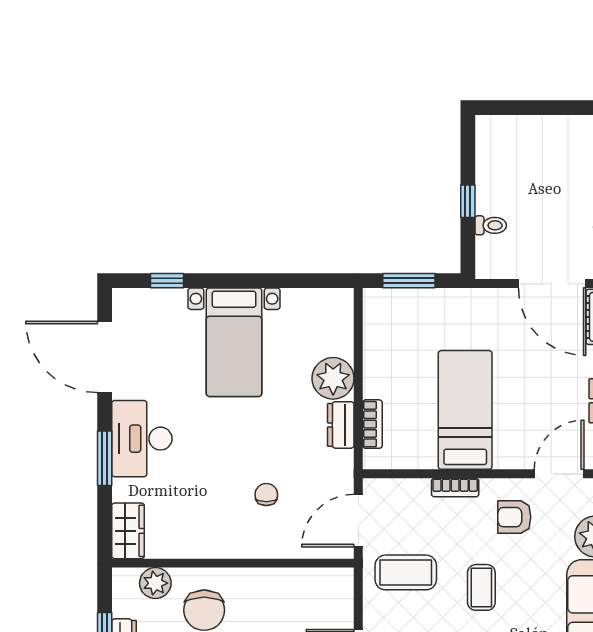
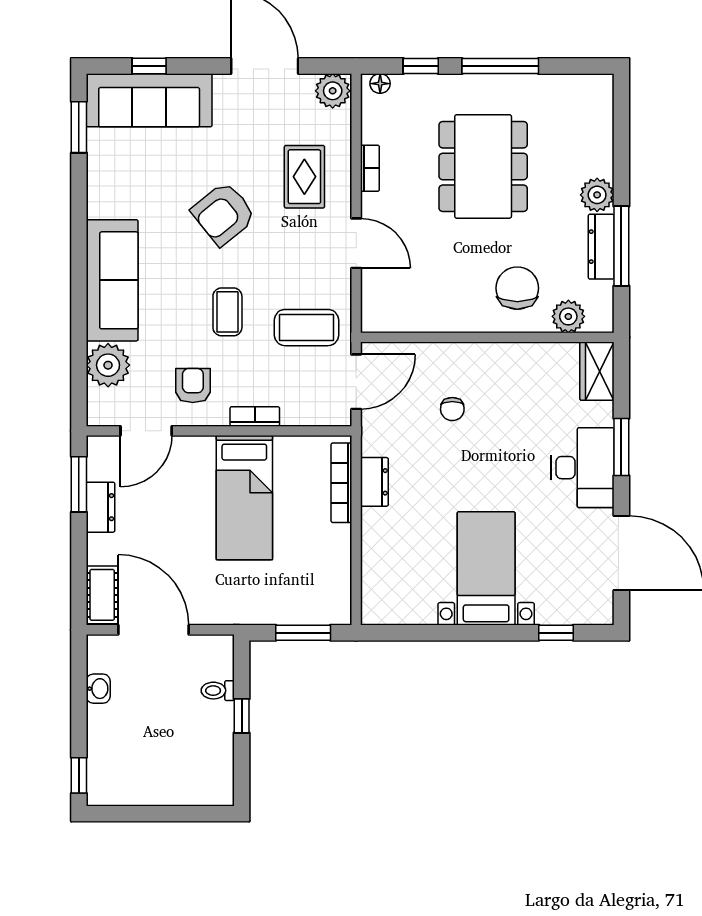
plant: (333, 378) -> (383, 531), removed
bookcase: (372, 424) -> (341, 483), width x1.56
armchair: (514, 517) -> (193, 385), turned -90

